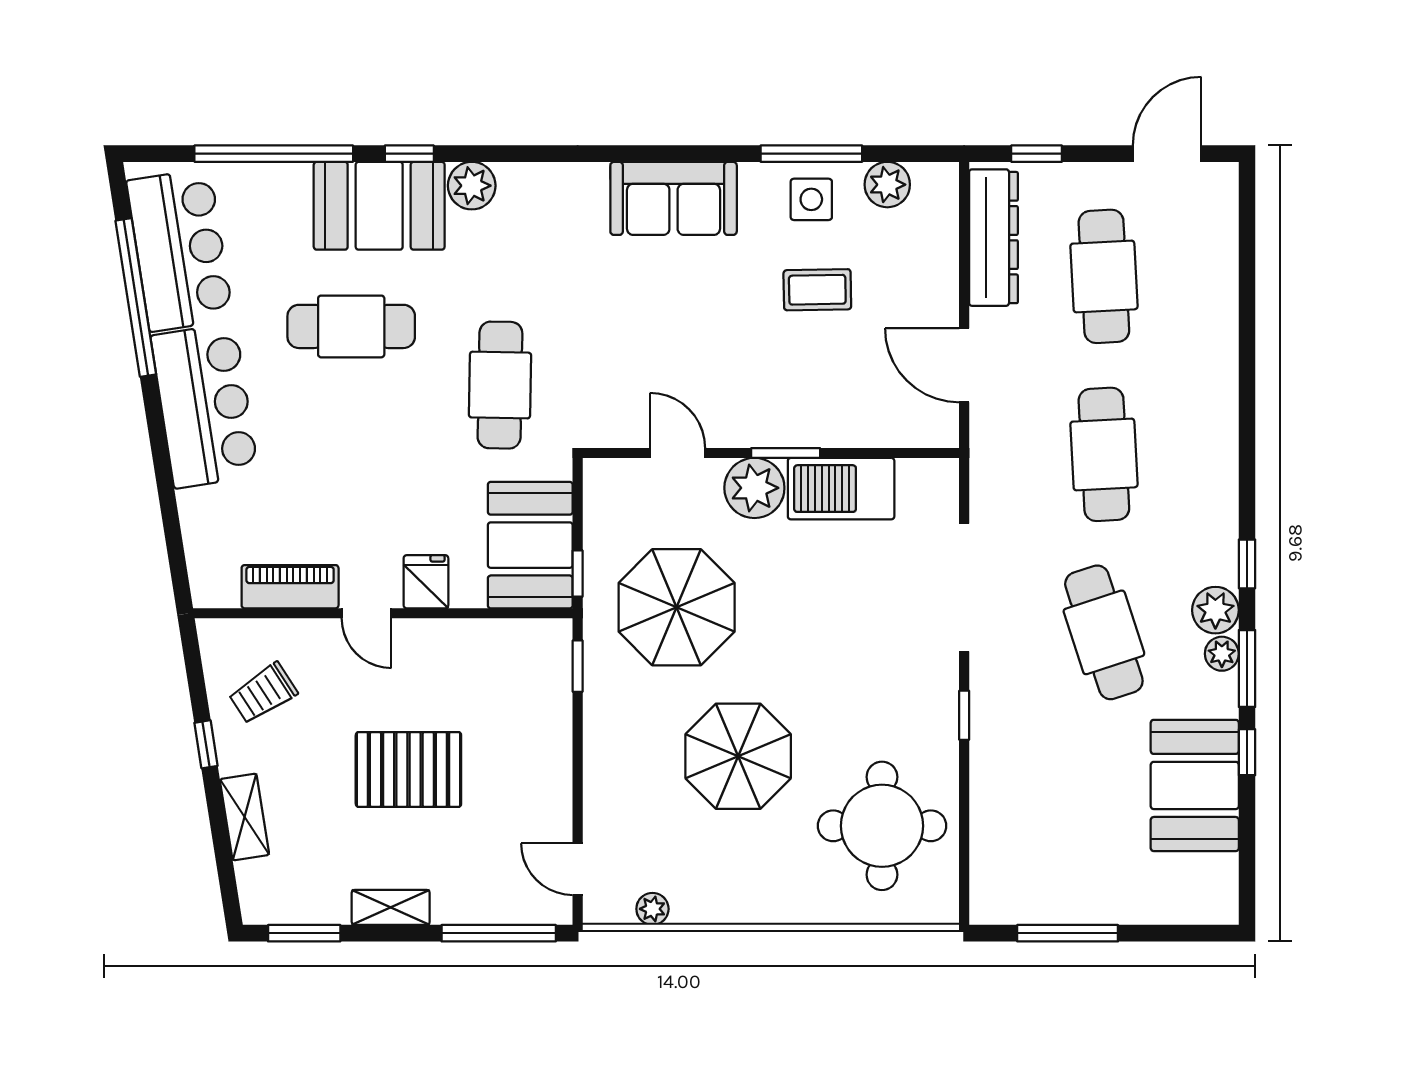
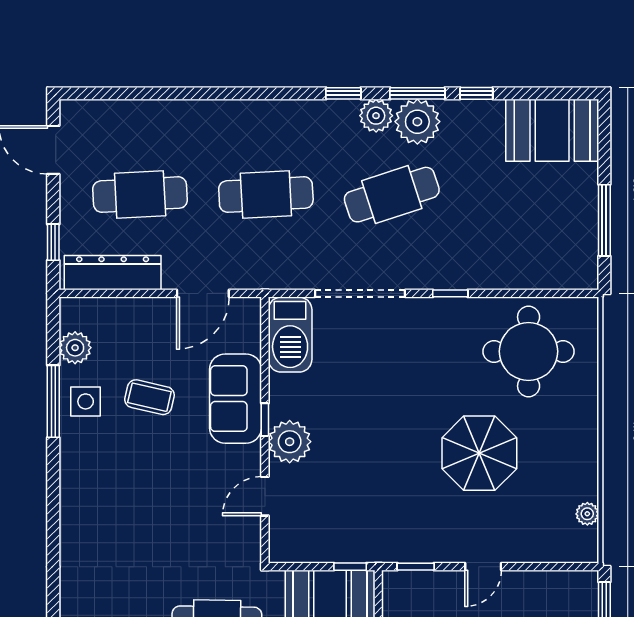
sofa: (674, 198) -> (236, 399), moved, turned 180
coffee table: (817, 290) -> (149, 397), turned -76
window: (786, 453) -> (265, 420), width x0.67
barbecue: (841, 489) -> (290, 335), moved
parasol: (677, 607) -> (374, 497), removed
plant: (1222, 654) -> (417, 122), width x1.87, depth x1.87
booth: (1195, 785) -> (552, 130), moved
door: (578, 869) -> (483, 567), moved

